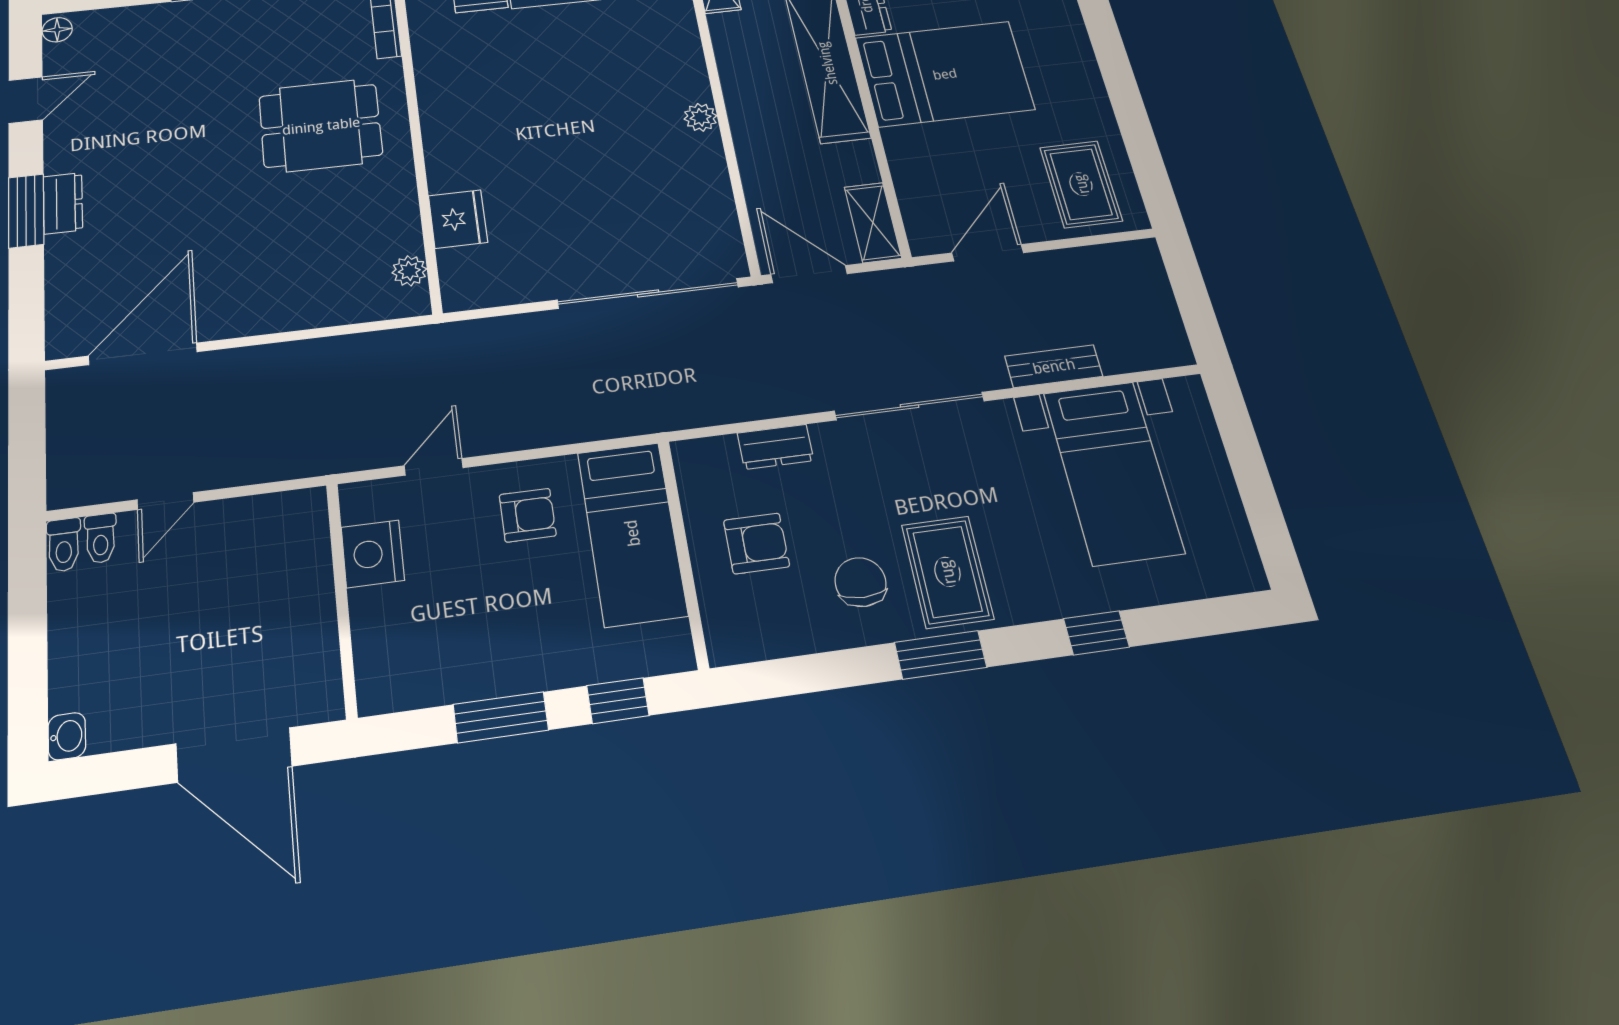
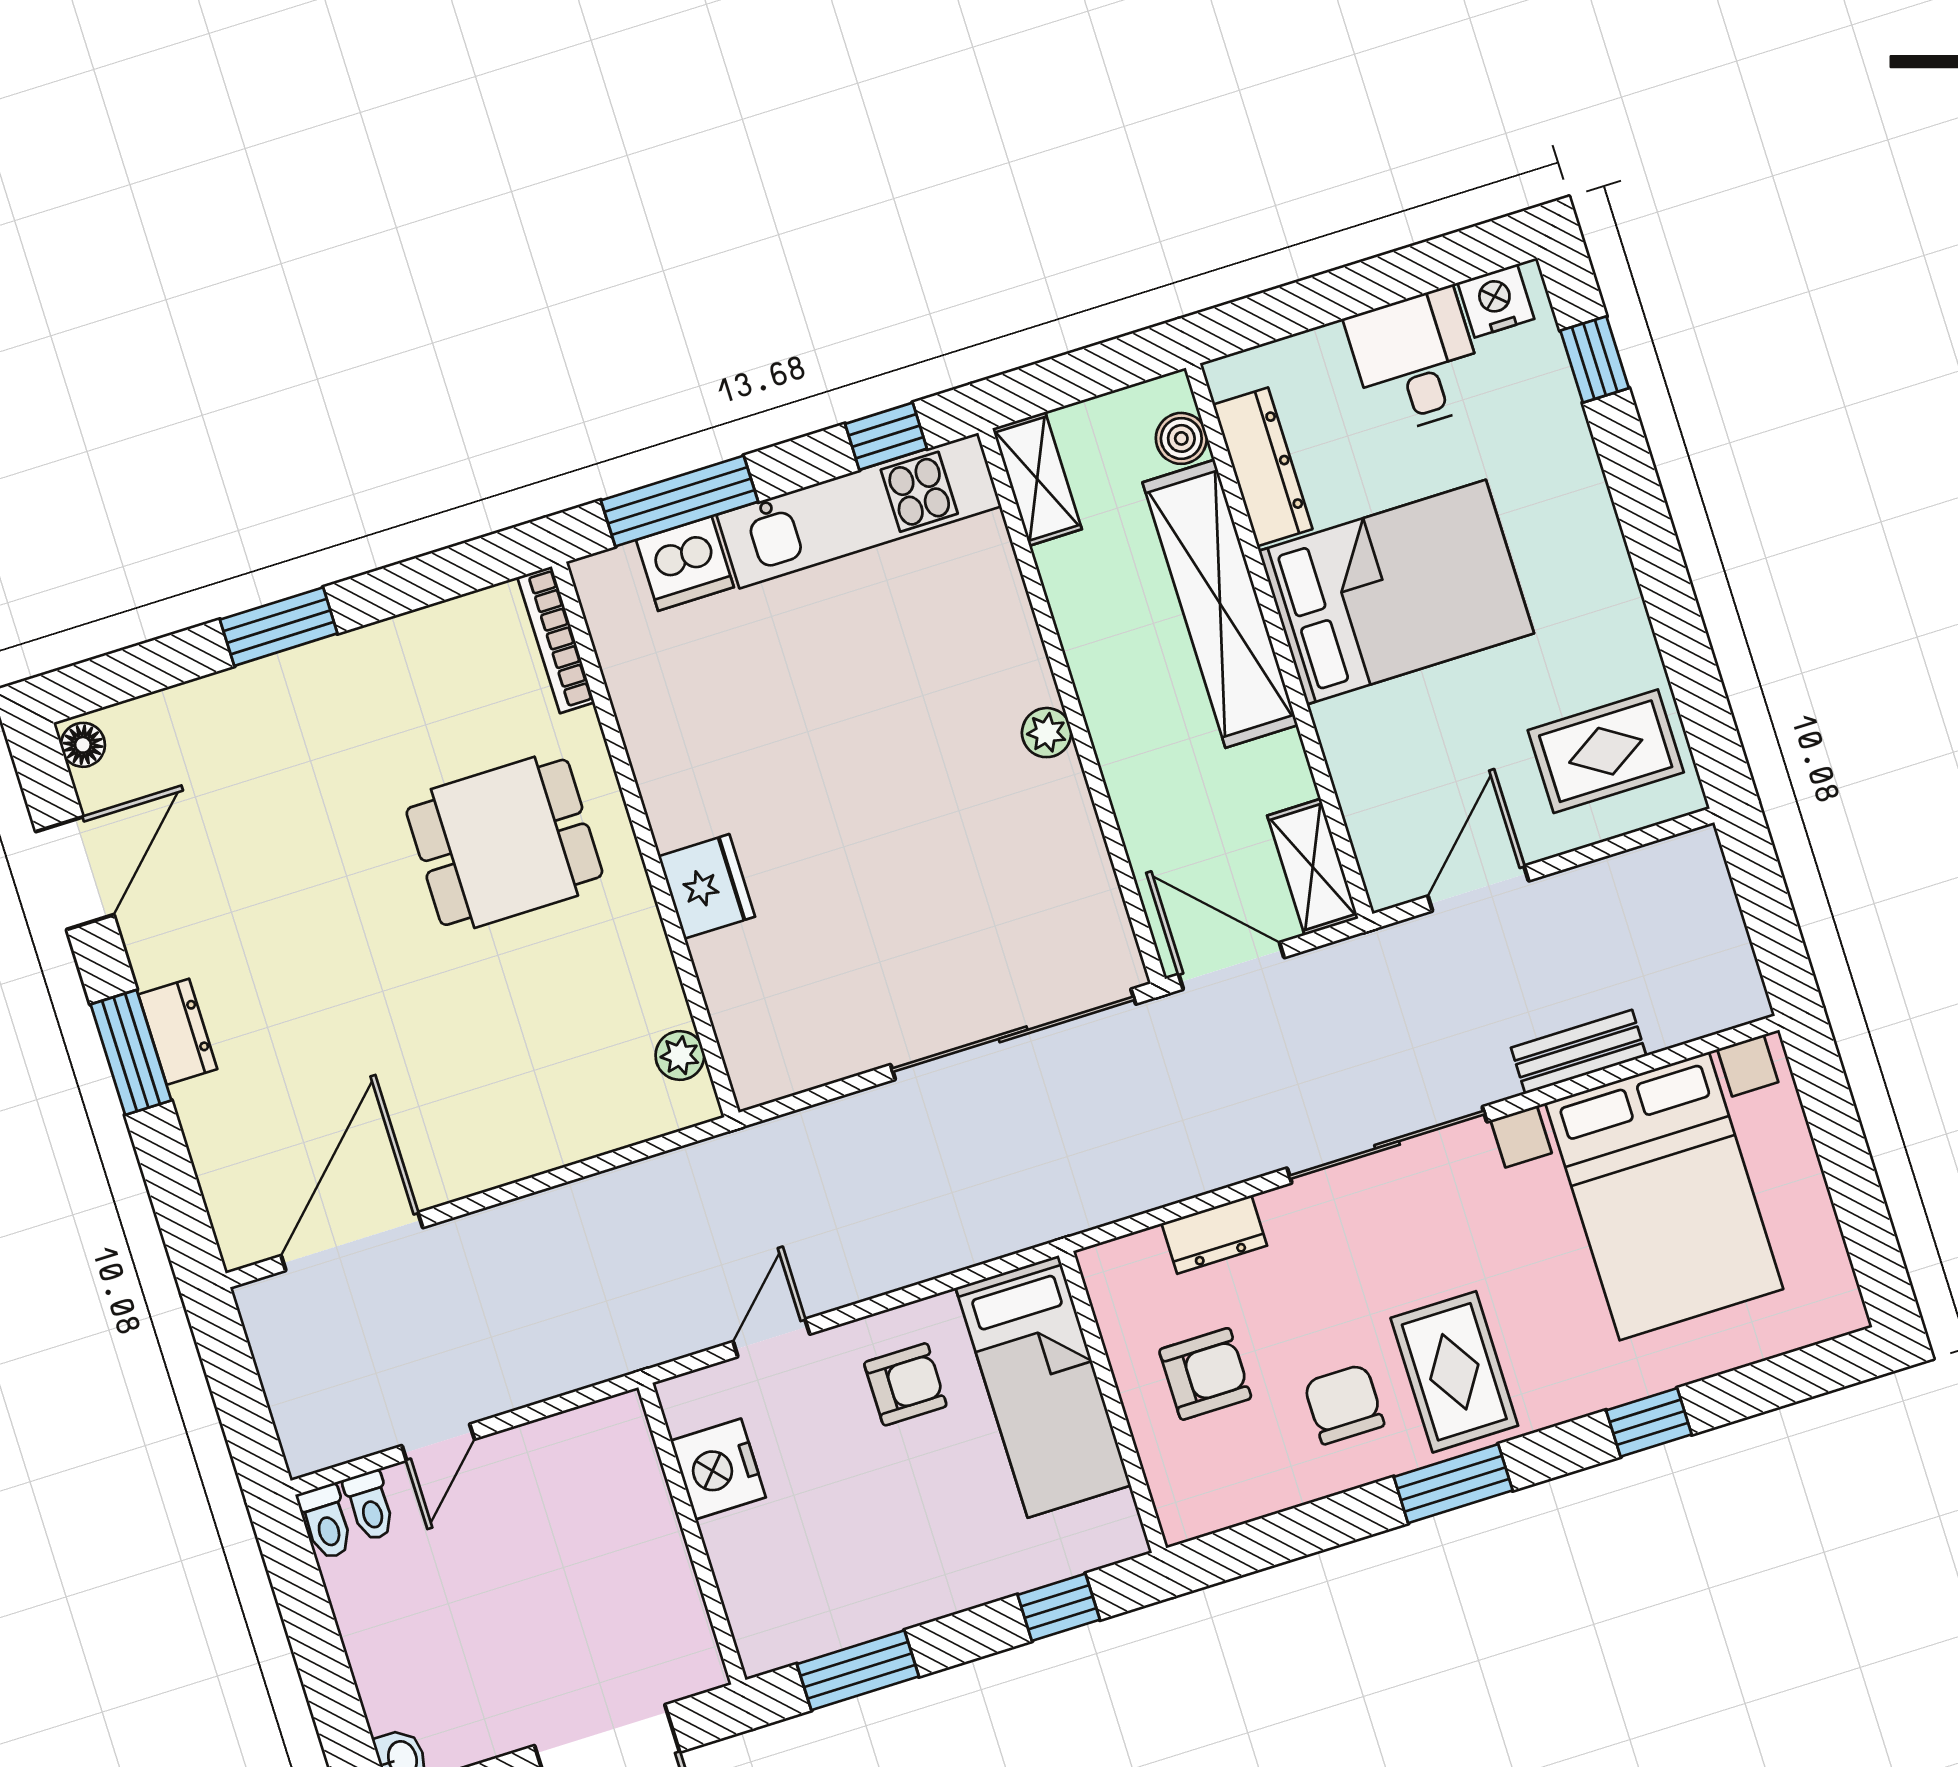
door: (26, 100) -> (75, 873), width x1.38
rug: (1081, 184) -> (1606, 751), turned 90
fridge: (458, 219) -> (707, 886), moved
bed with nightstands: (1113, 472) -> (1664, 1196), width x1.36
window: (501, 717) -> (858, 1670), moved

